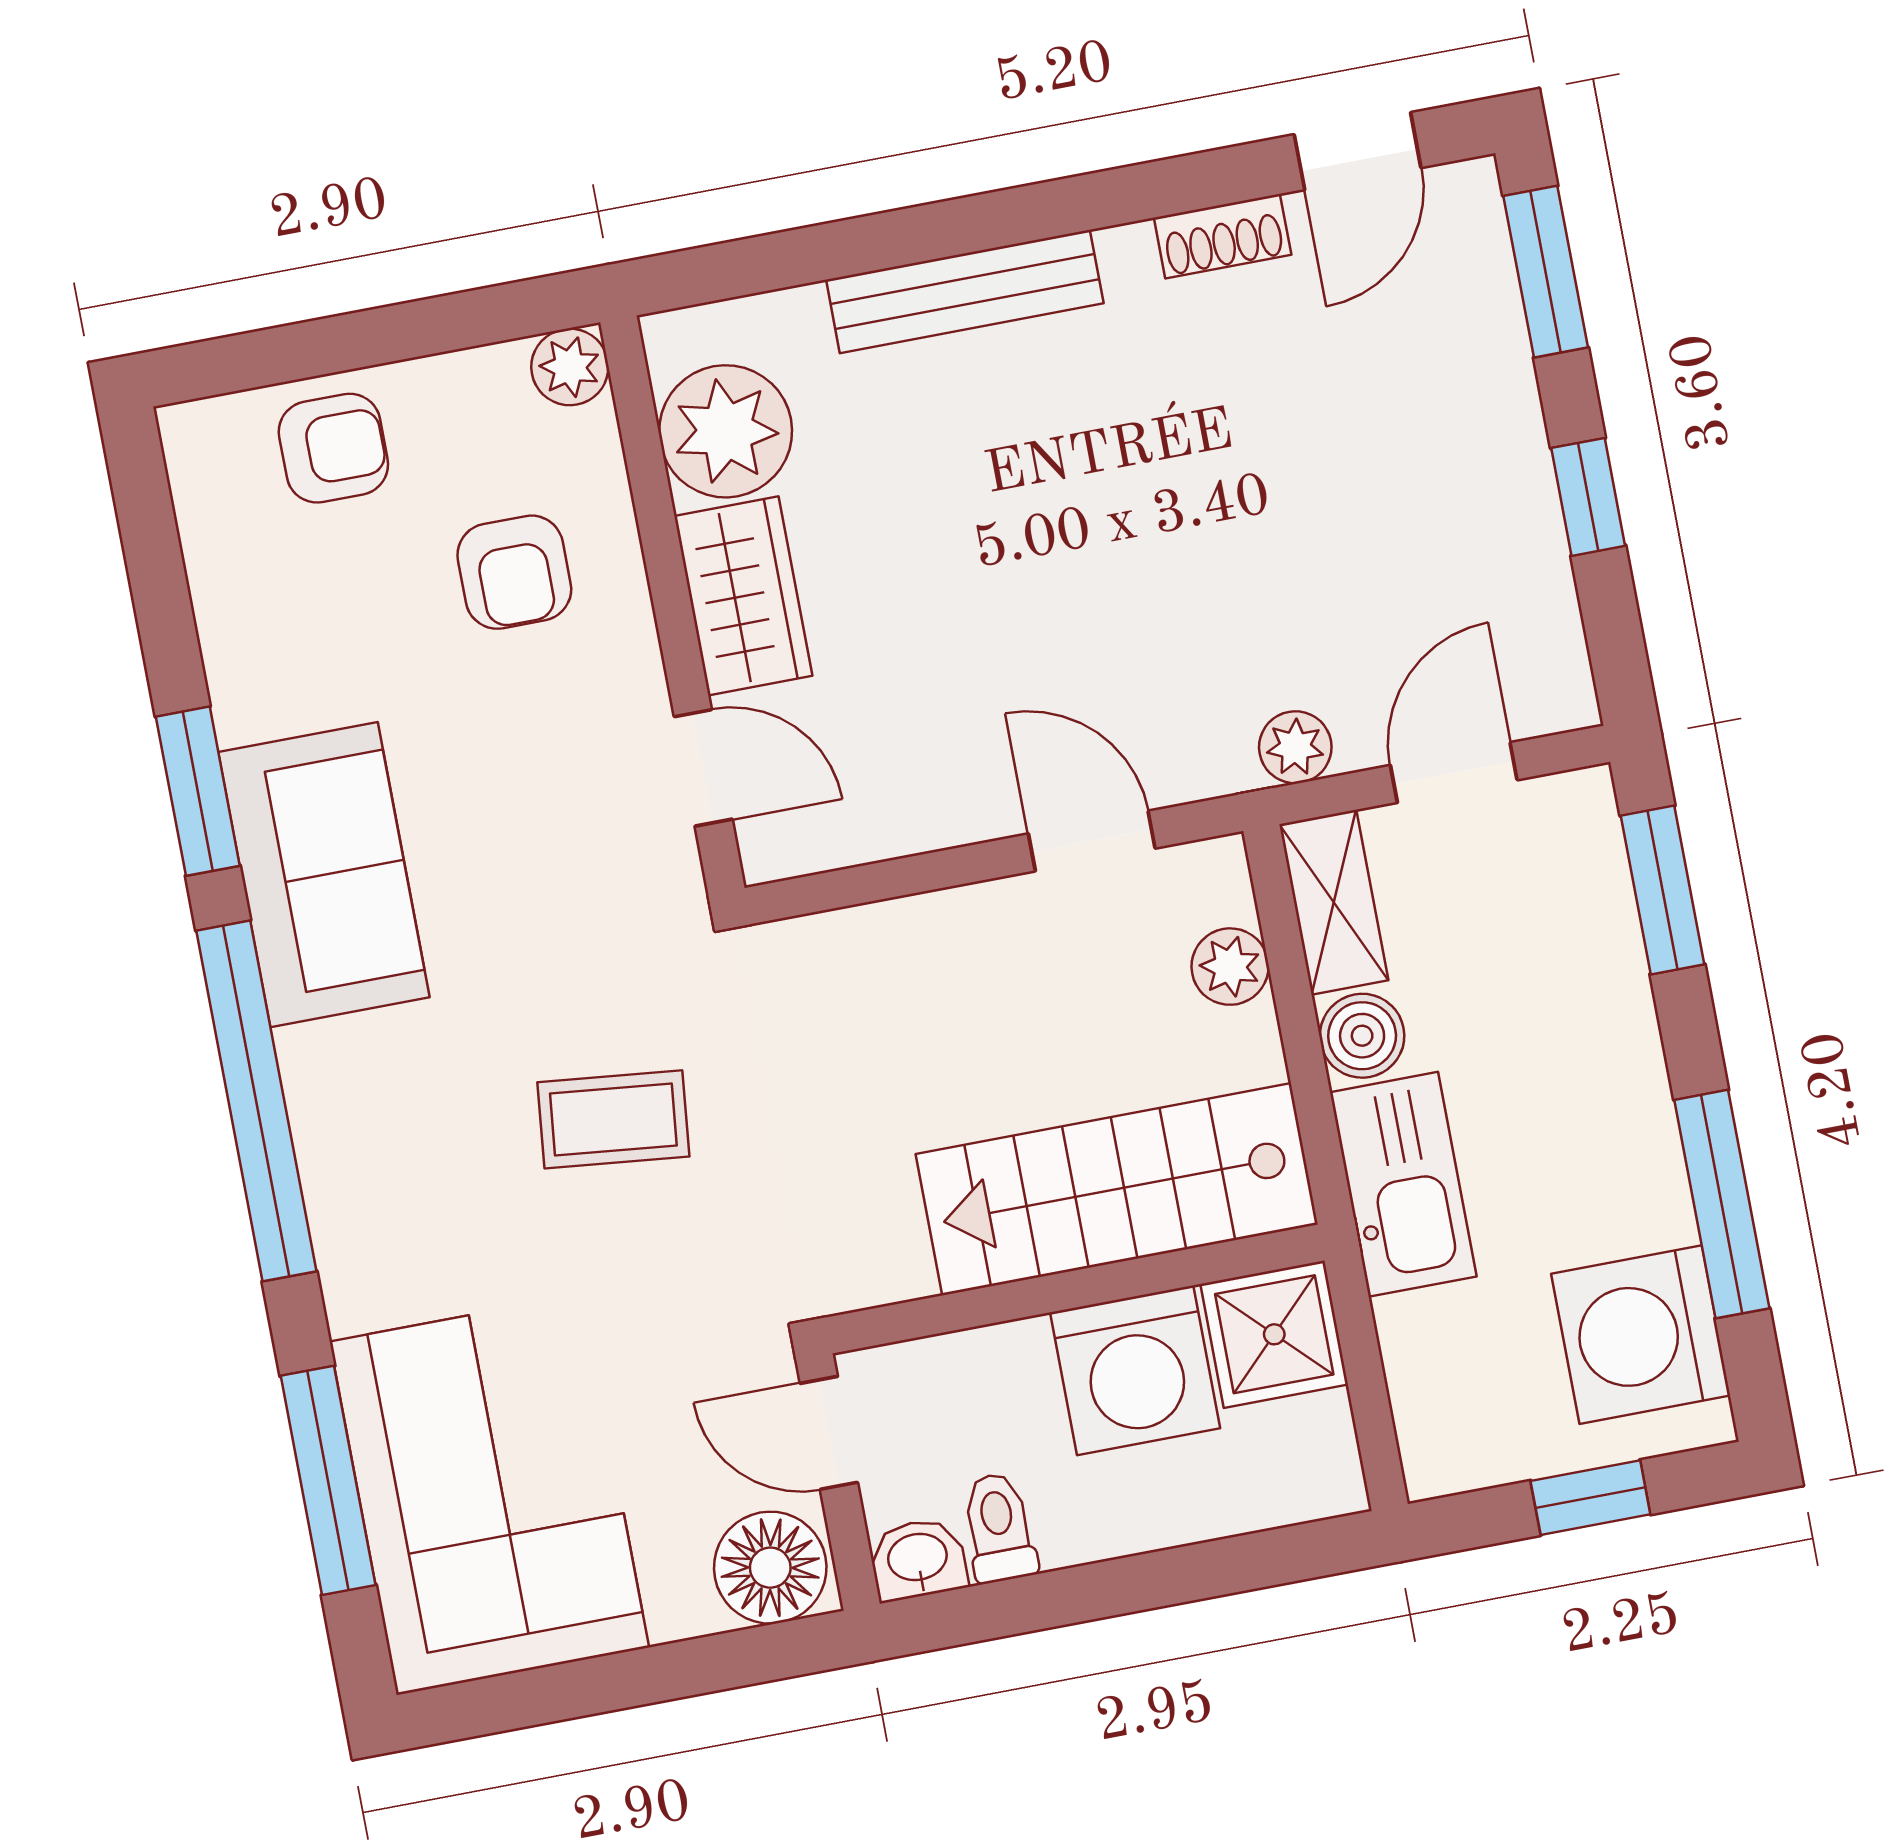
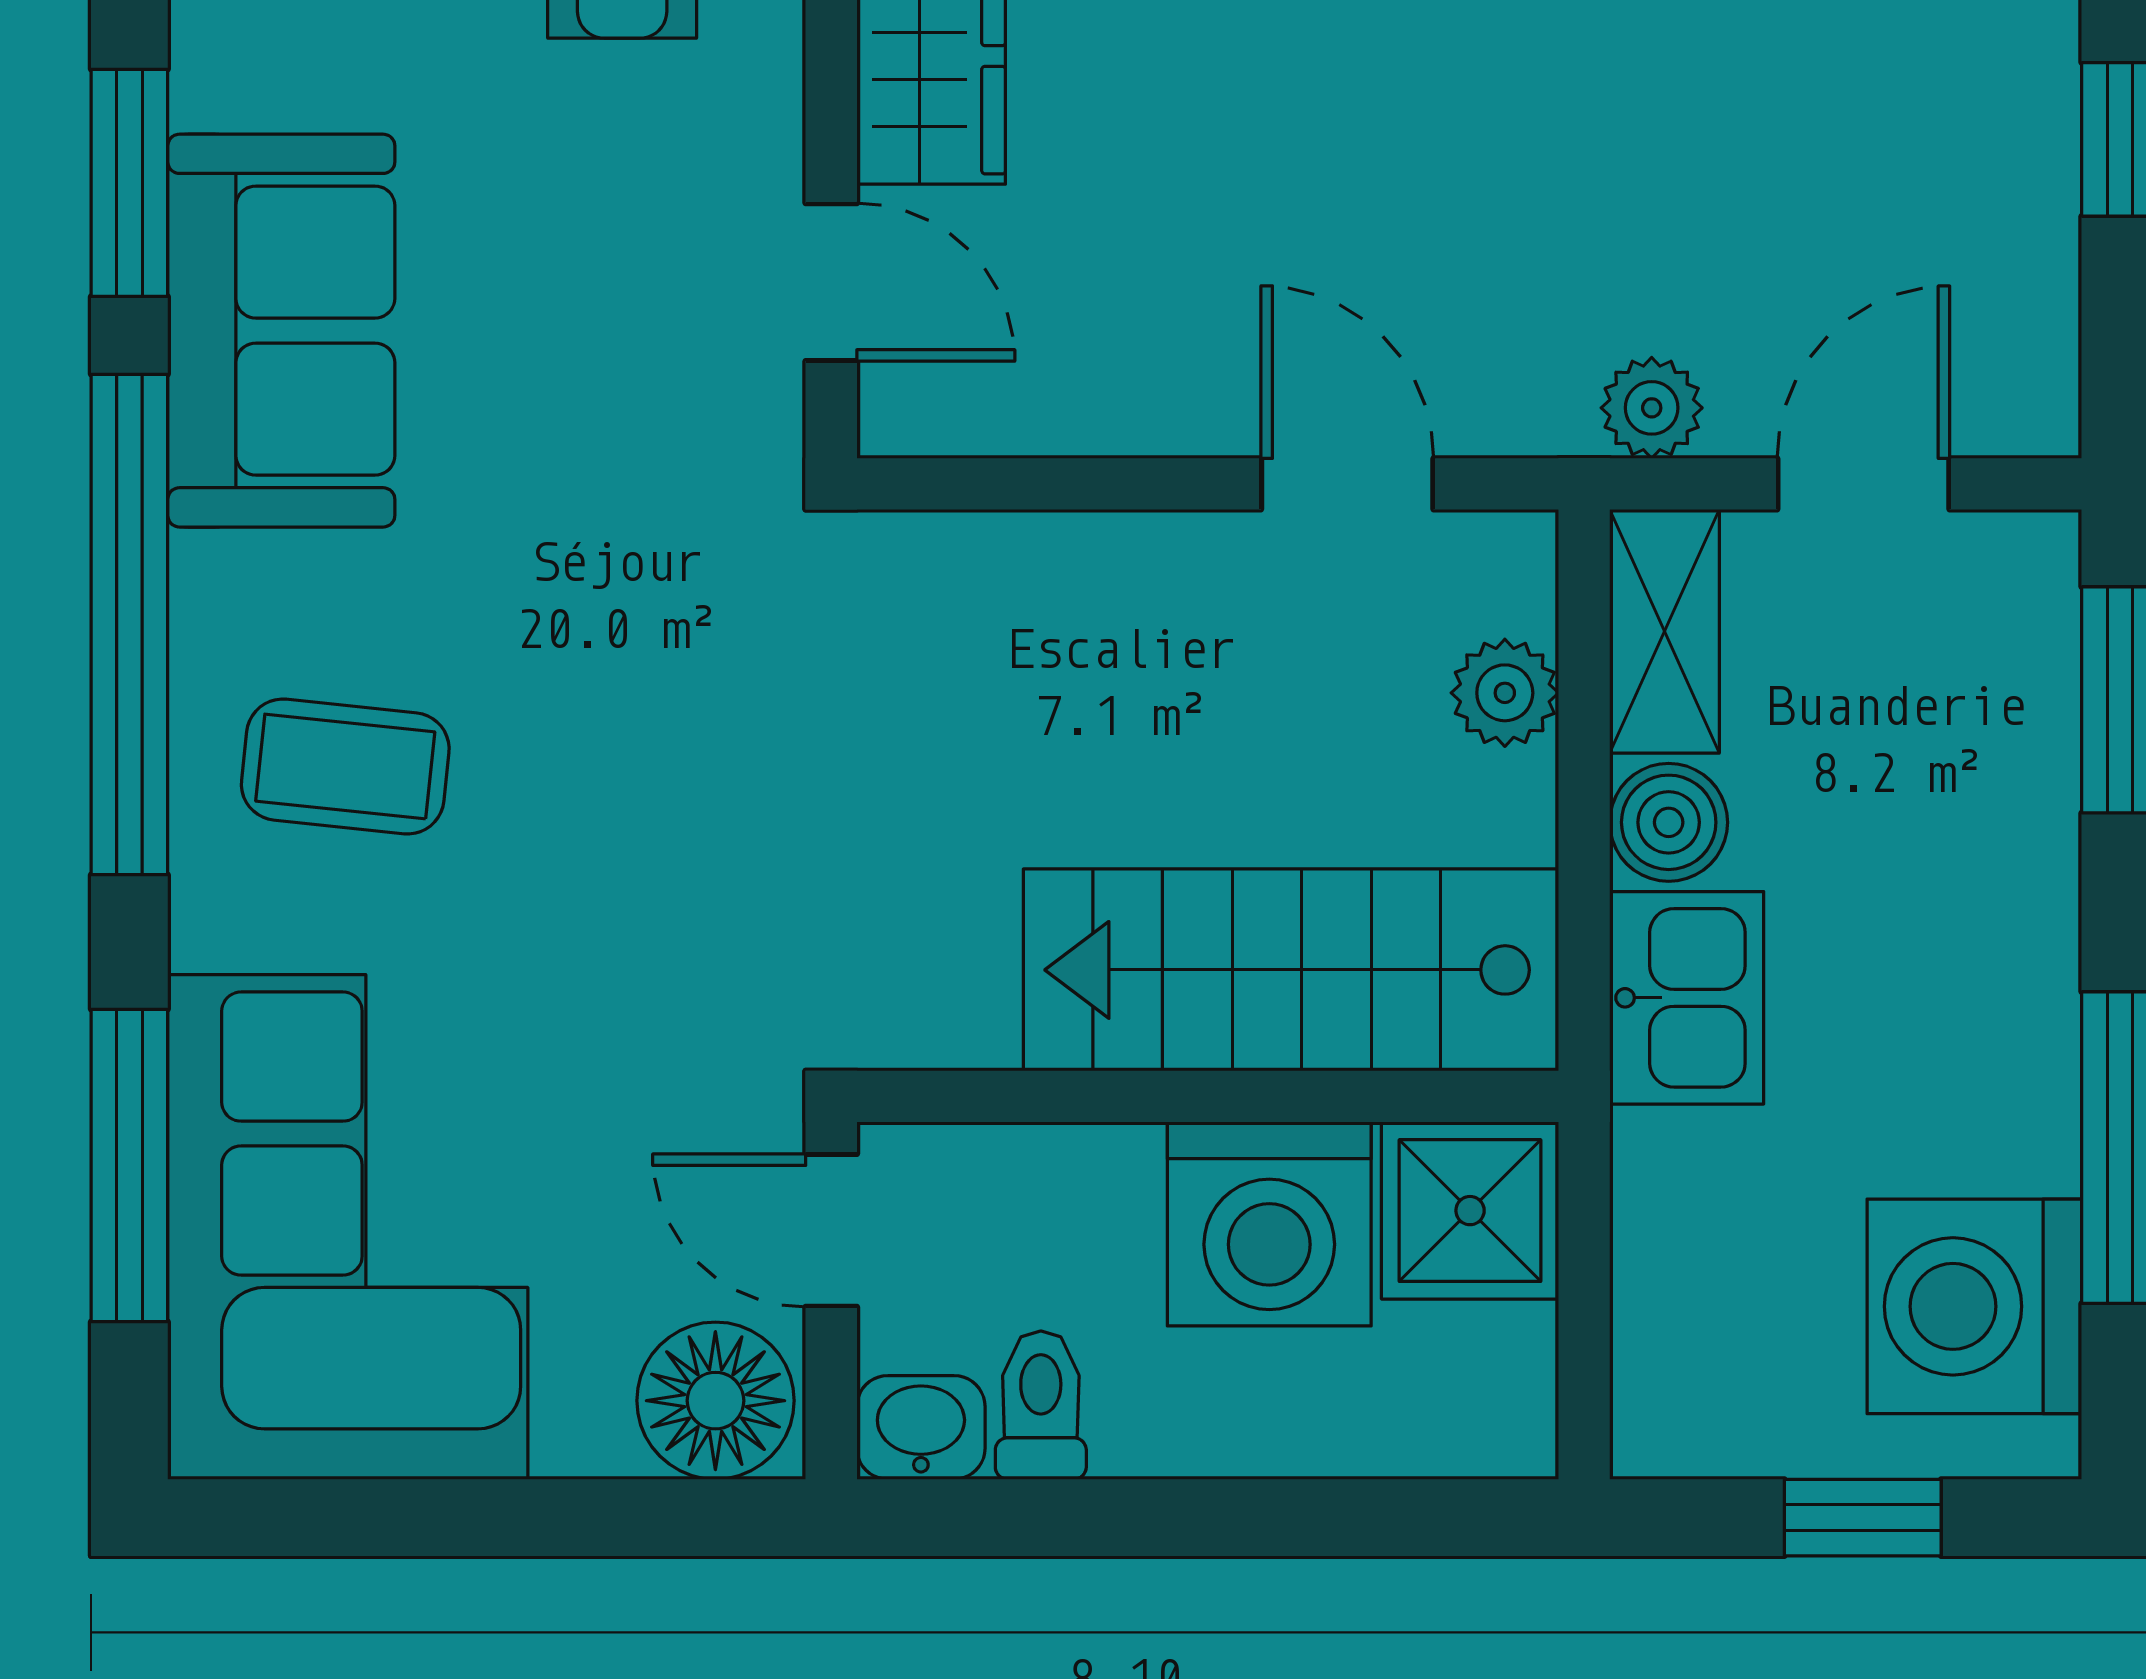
coffee table: (613, 1119) -> (345, 767), moved
kitchen sink: (1403, 1184) -> (1687, 998), width x0.73

